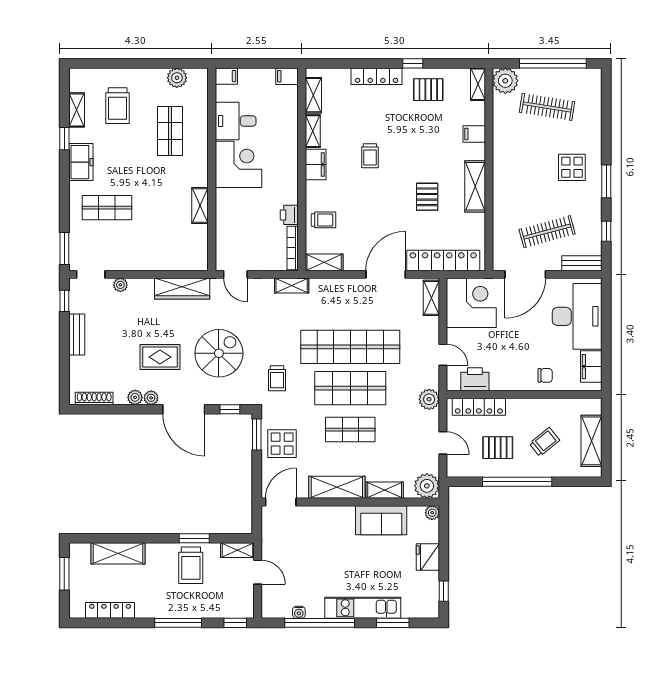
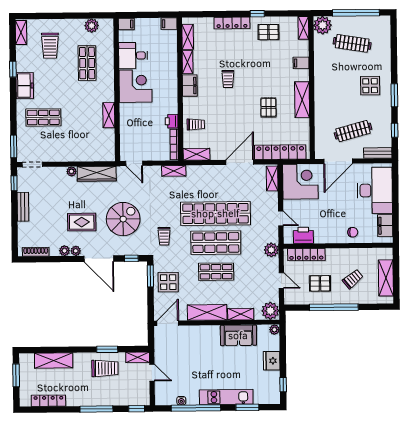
shelving: (77, 110) -> (21, 32), moved
plant: (120, 285) -> (71, 171), moved
trolley: (191, 565) -> (105, 368), turned -90

